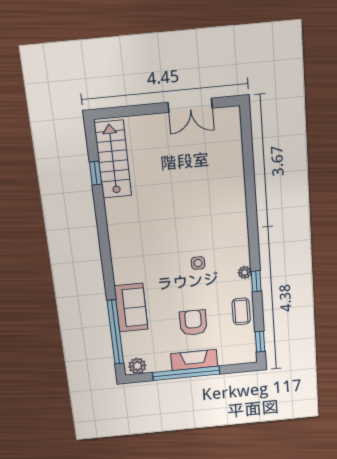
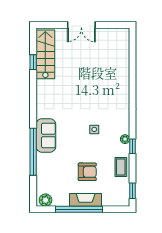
double door: (190, 105) -> (81, 25), moved
sofa: (131, 308) -> (46, 135), moved
armchair: (193, 323) -> (87, 172), turned 90
window: (115, 332) -> (33, 152), moved

